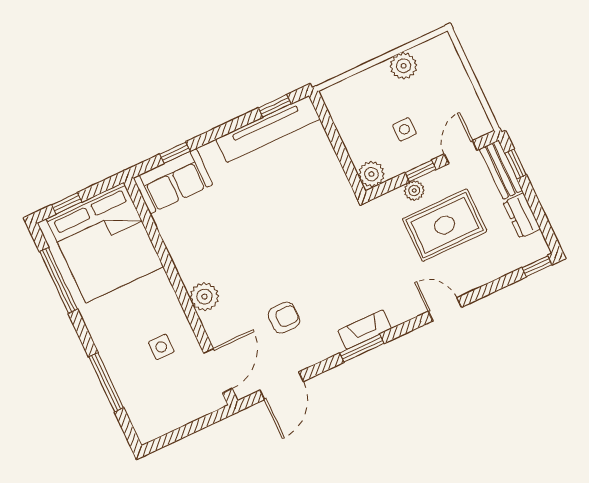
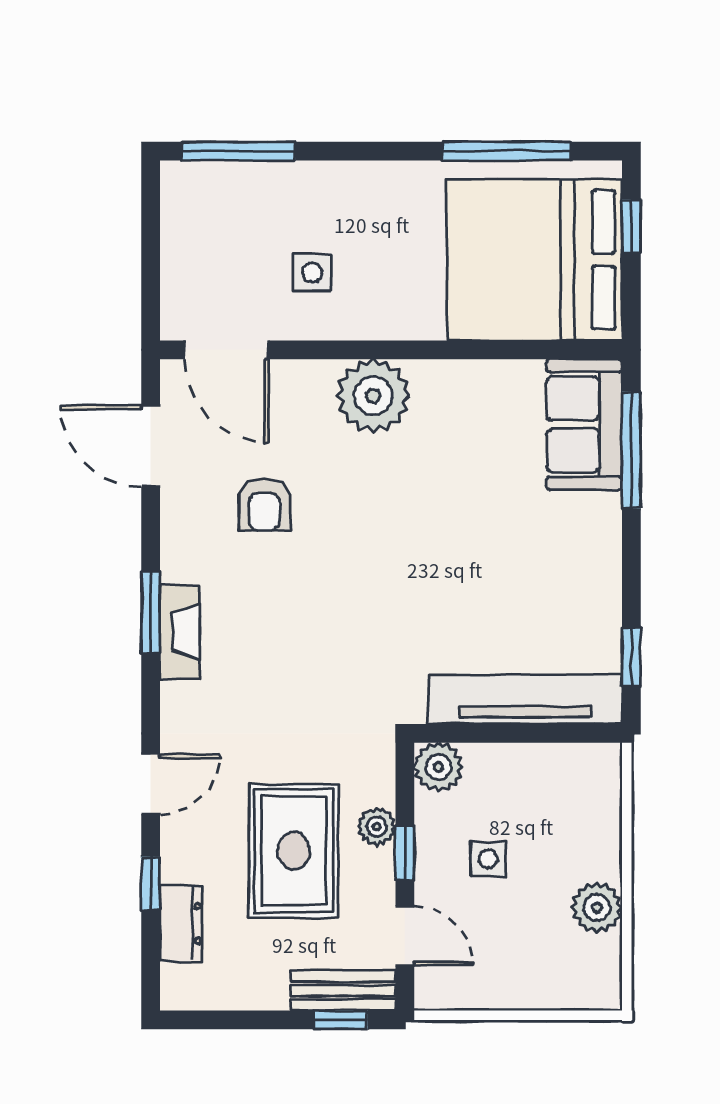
tv unit: (268, 129) -> (525, 699), moved, turned 90
window: (175, 153) -> (631, 450), width x2.17
dresser: (522, 216) -> (181, 923), moved, turned 90
window: (537, 266) -> (151, 883), moved
plant: (204, 297) -> (373, 396), width x1.36, depth x1.36
window: (106, 382) -> (238, 151), moved

